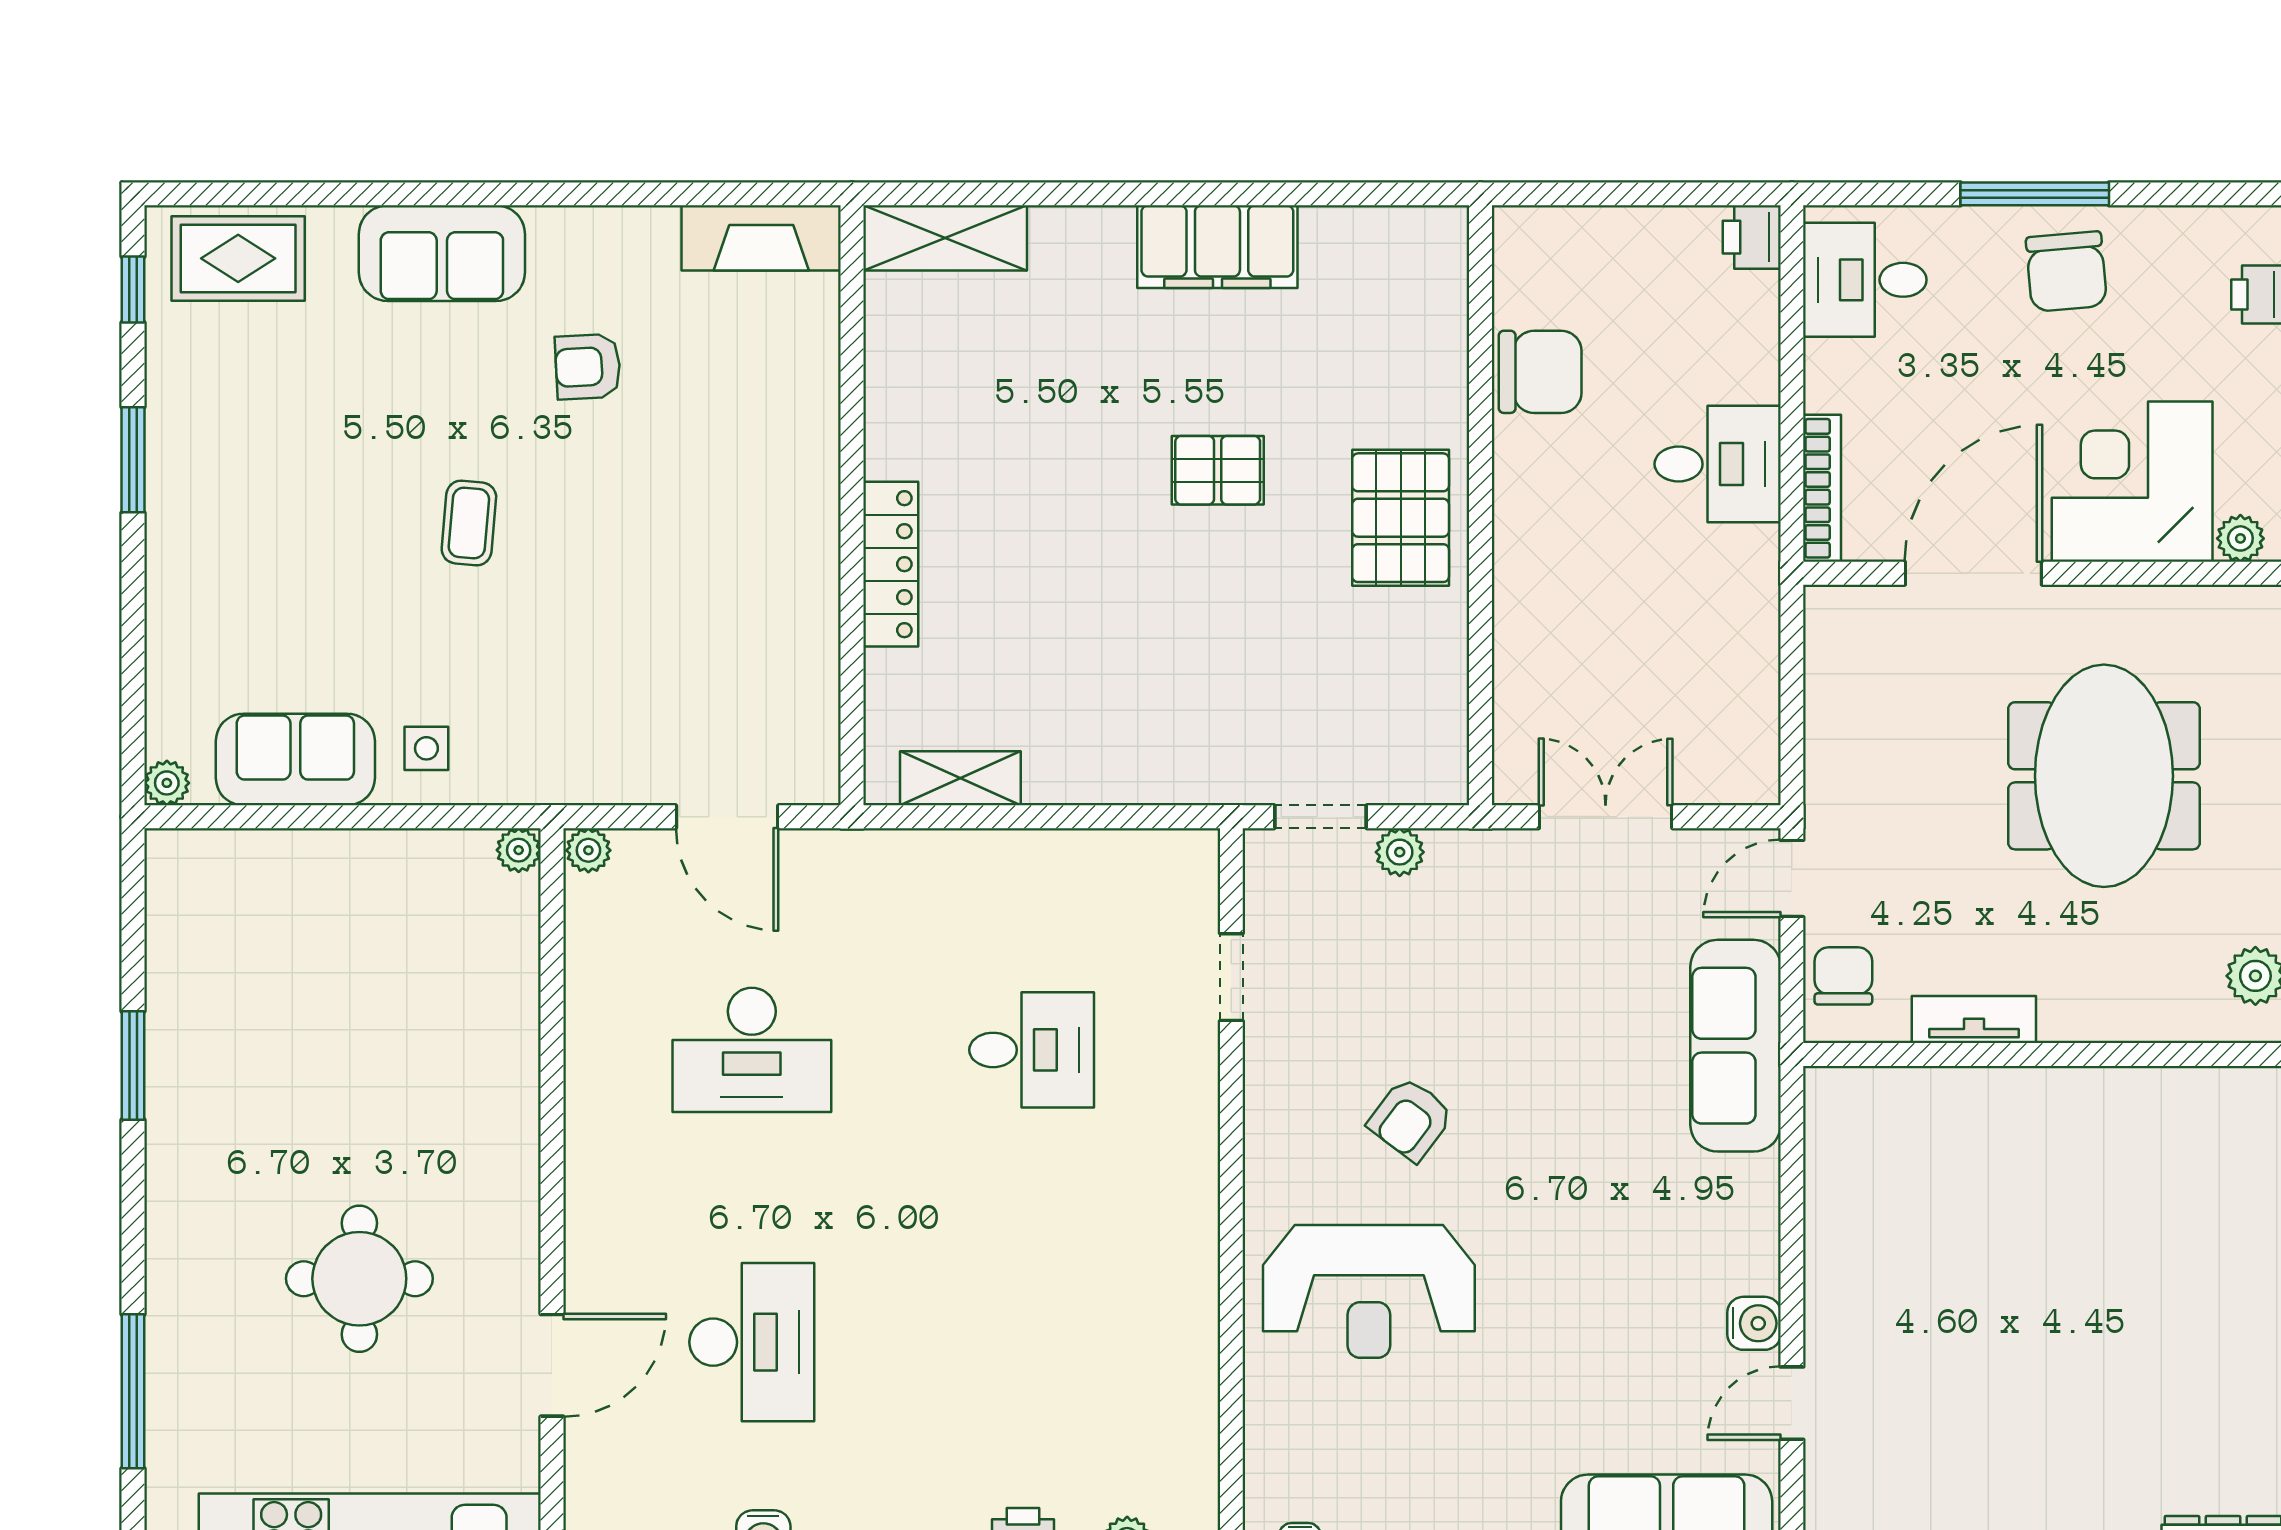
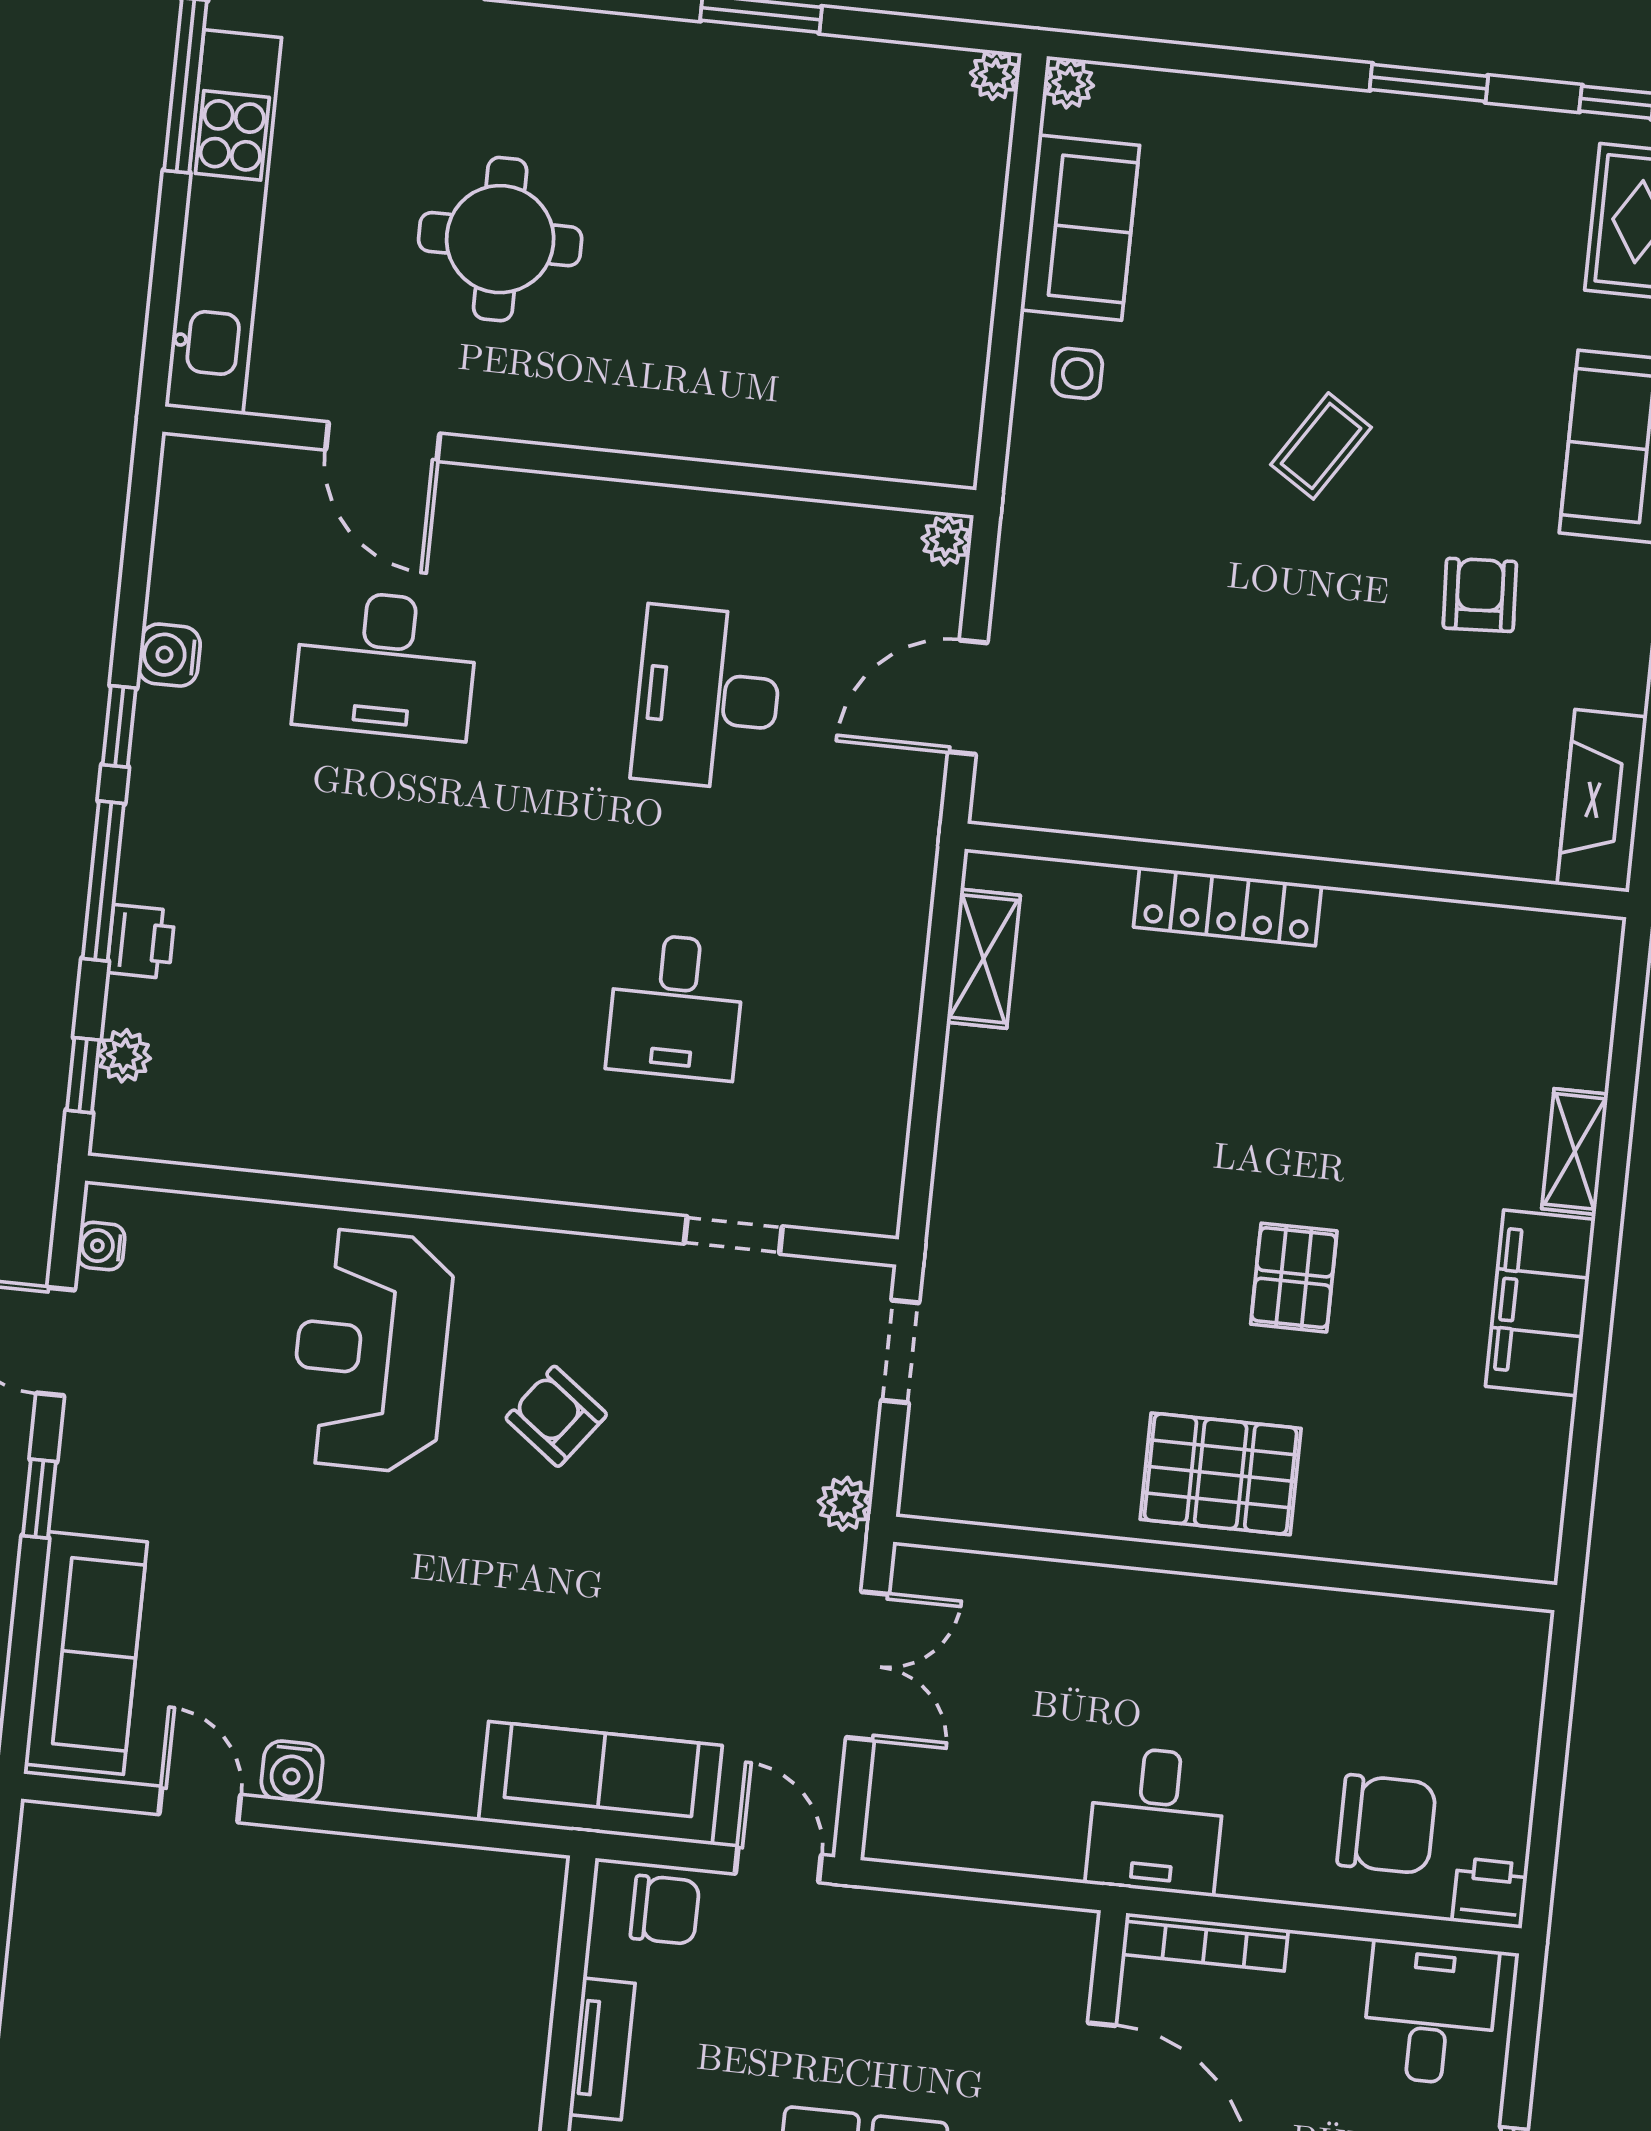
shelving: (945, 238) -> (1575, 1151), moved, width x0.67, depth x0.75
chair: (1540, 372) -> (1387, 1824), moved, turned -90
desk: (1718, 464) -> (1156, 1821), moved
coffee table: (469, 523) -> (1321, 446), turned -62
plant: (519, 850) -> (995, 75), moved
plant: (1400, 852) -> (845, 1504), moved

